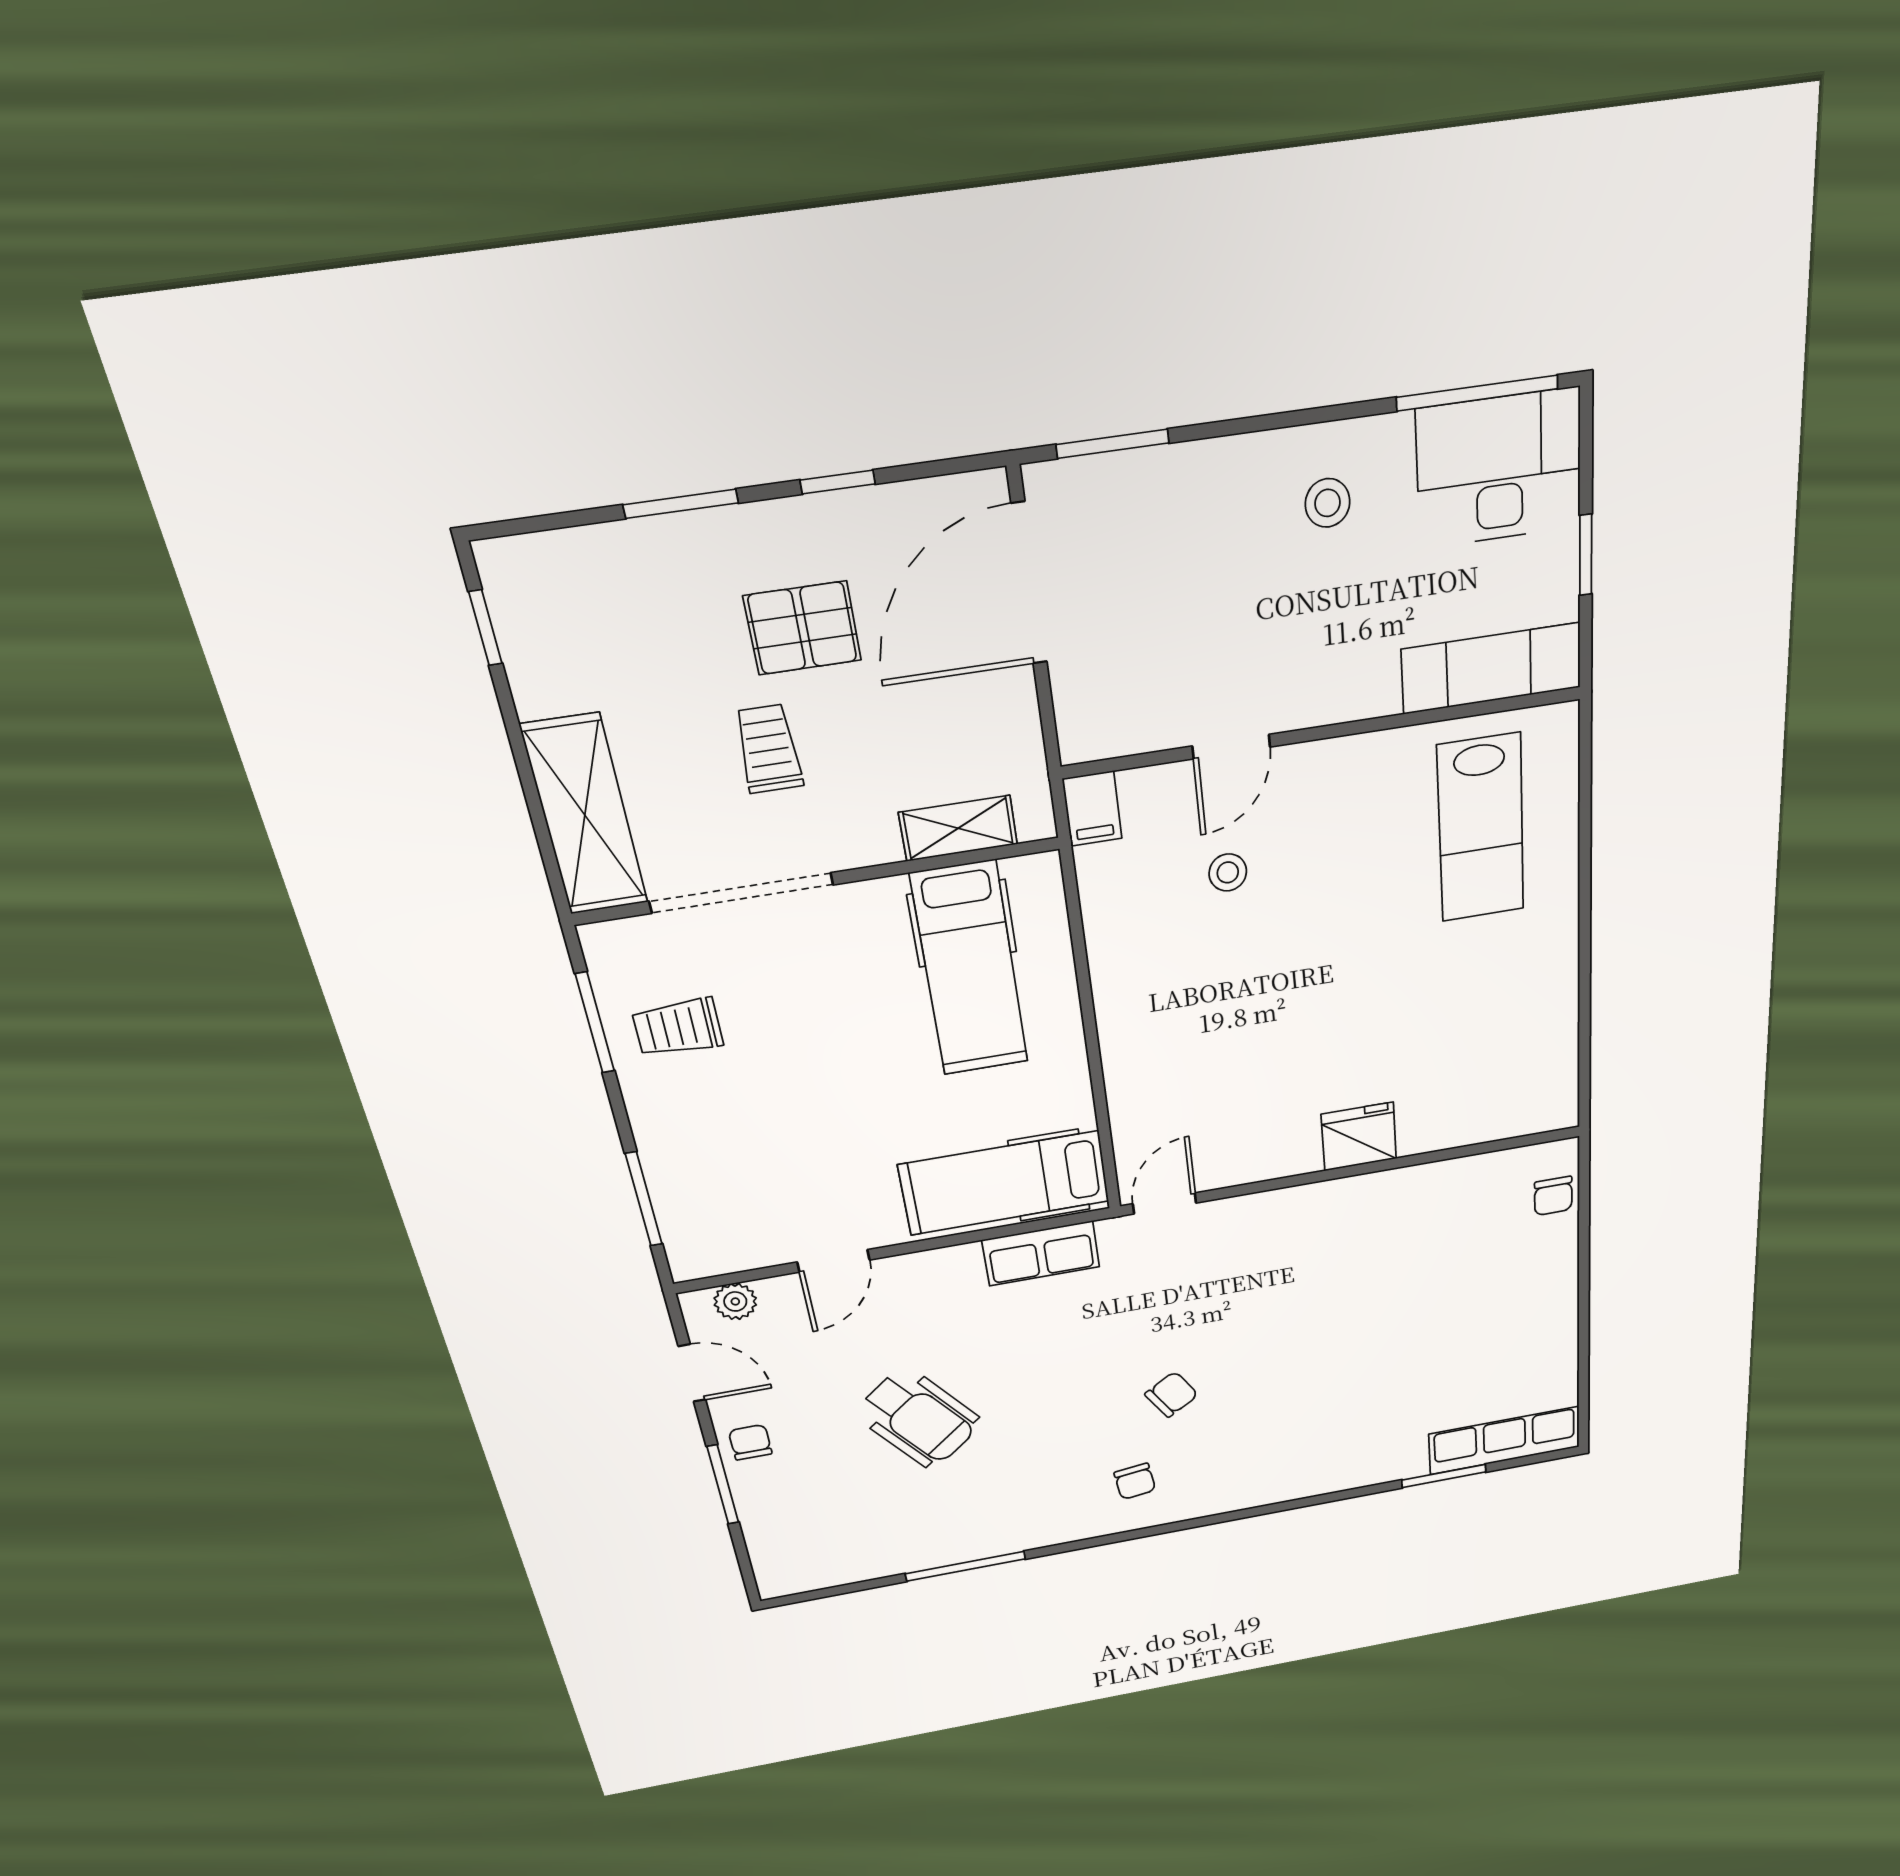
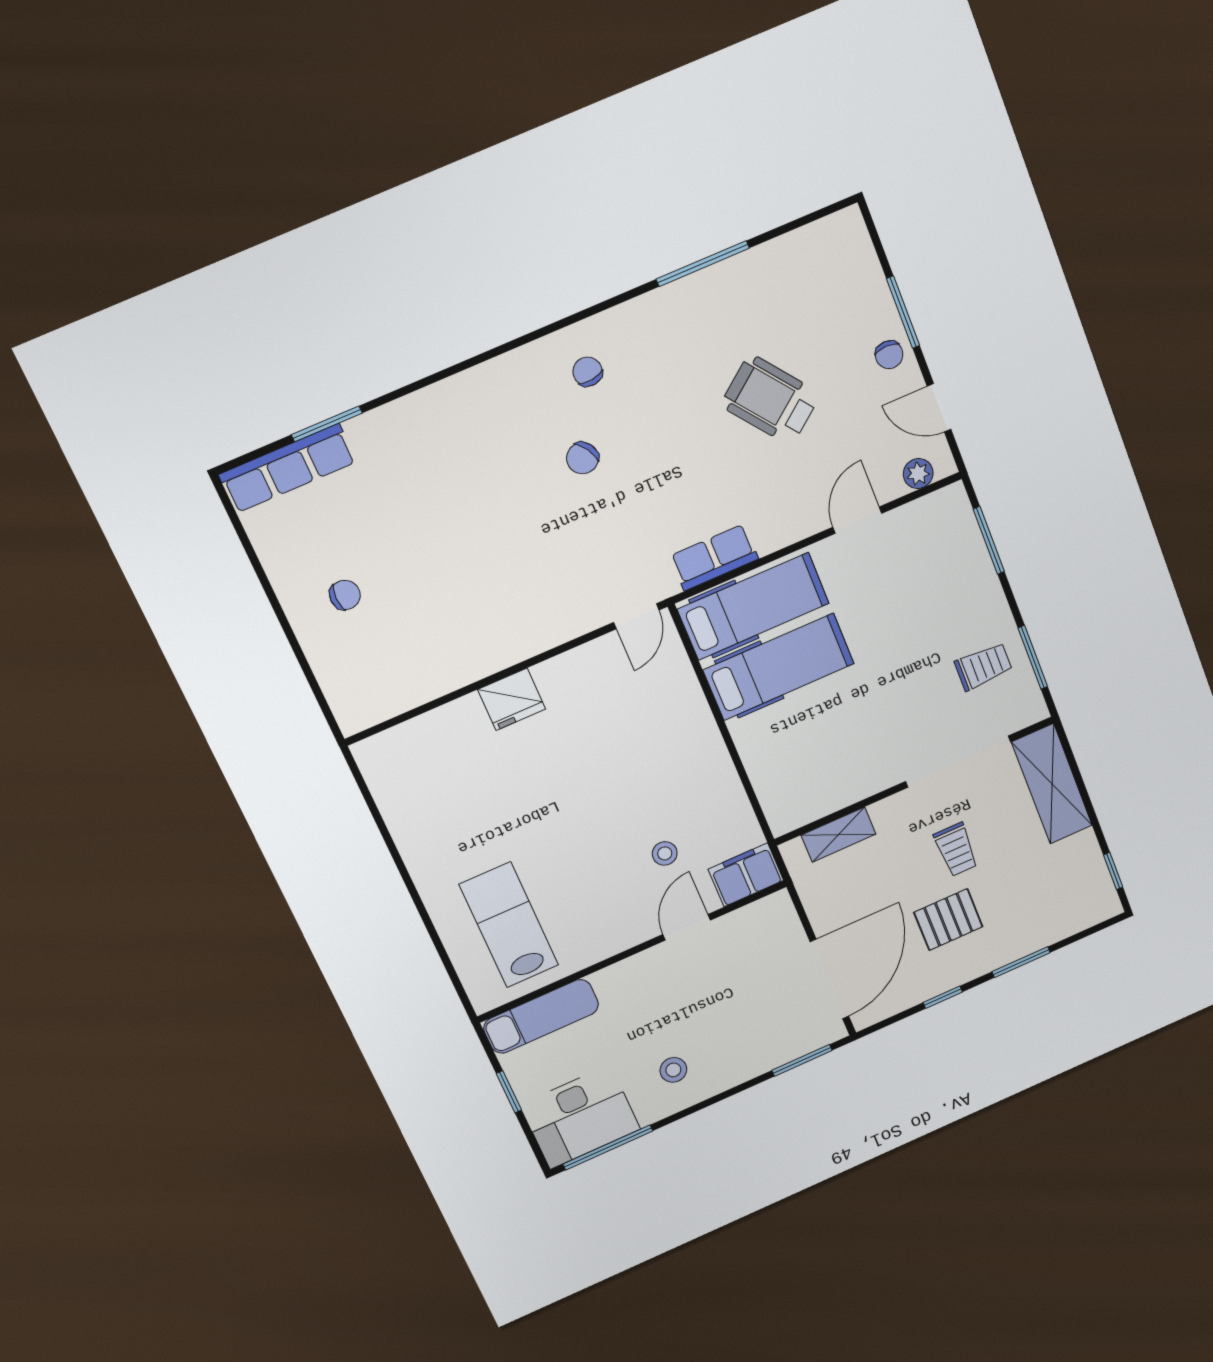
filing cabinet: (1092, 809) -> (746, 875), width x2.00
hospital bed: (970, 969) -> (779, 667), moved, turned 90
chair: (1553, 1196) -> (345, 595), moved, turned 90

